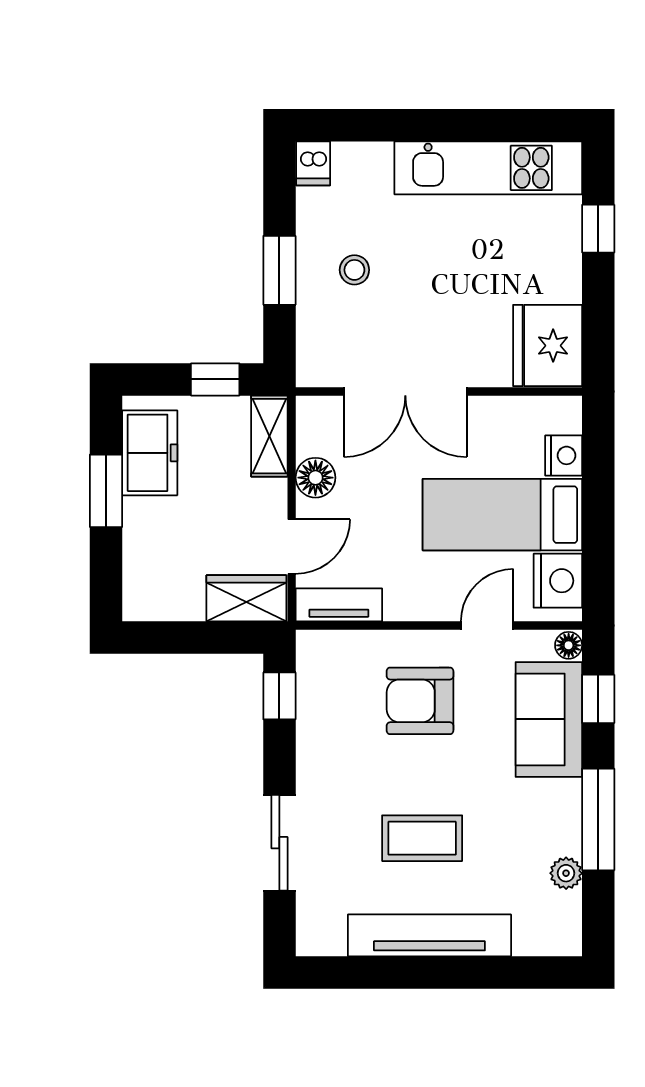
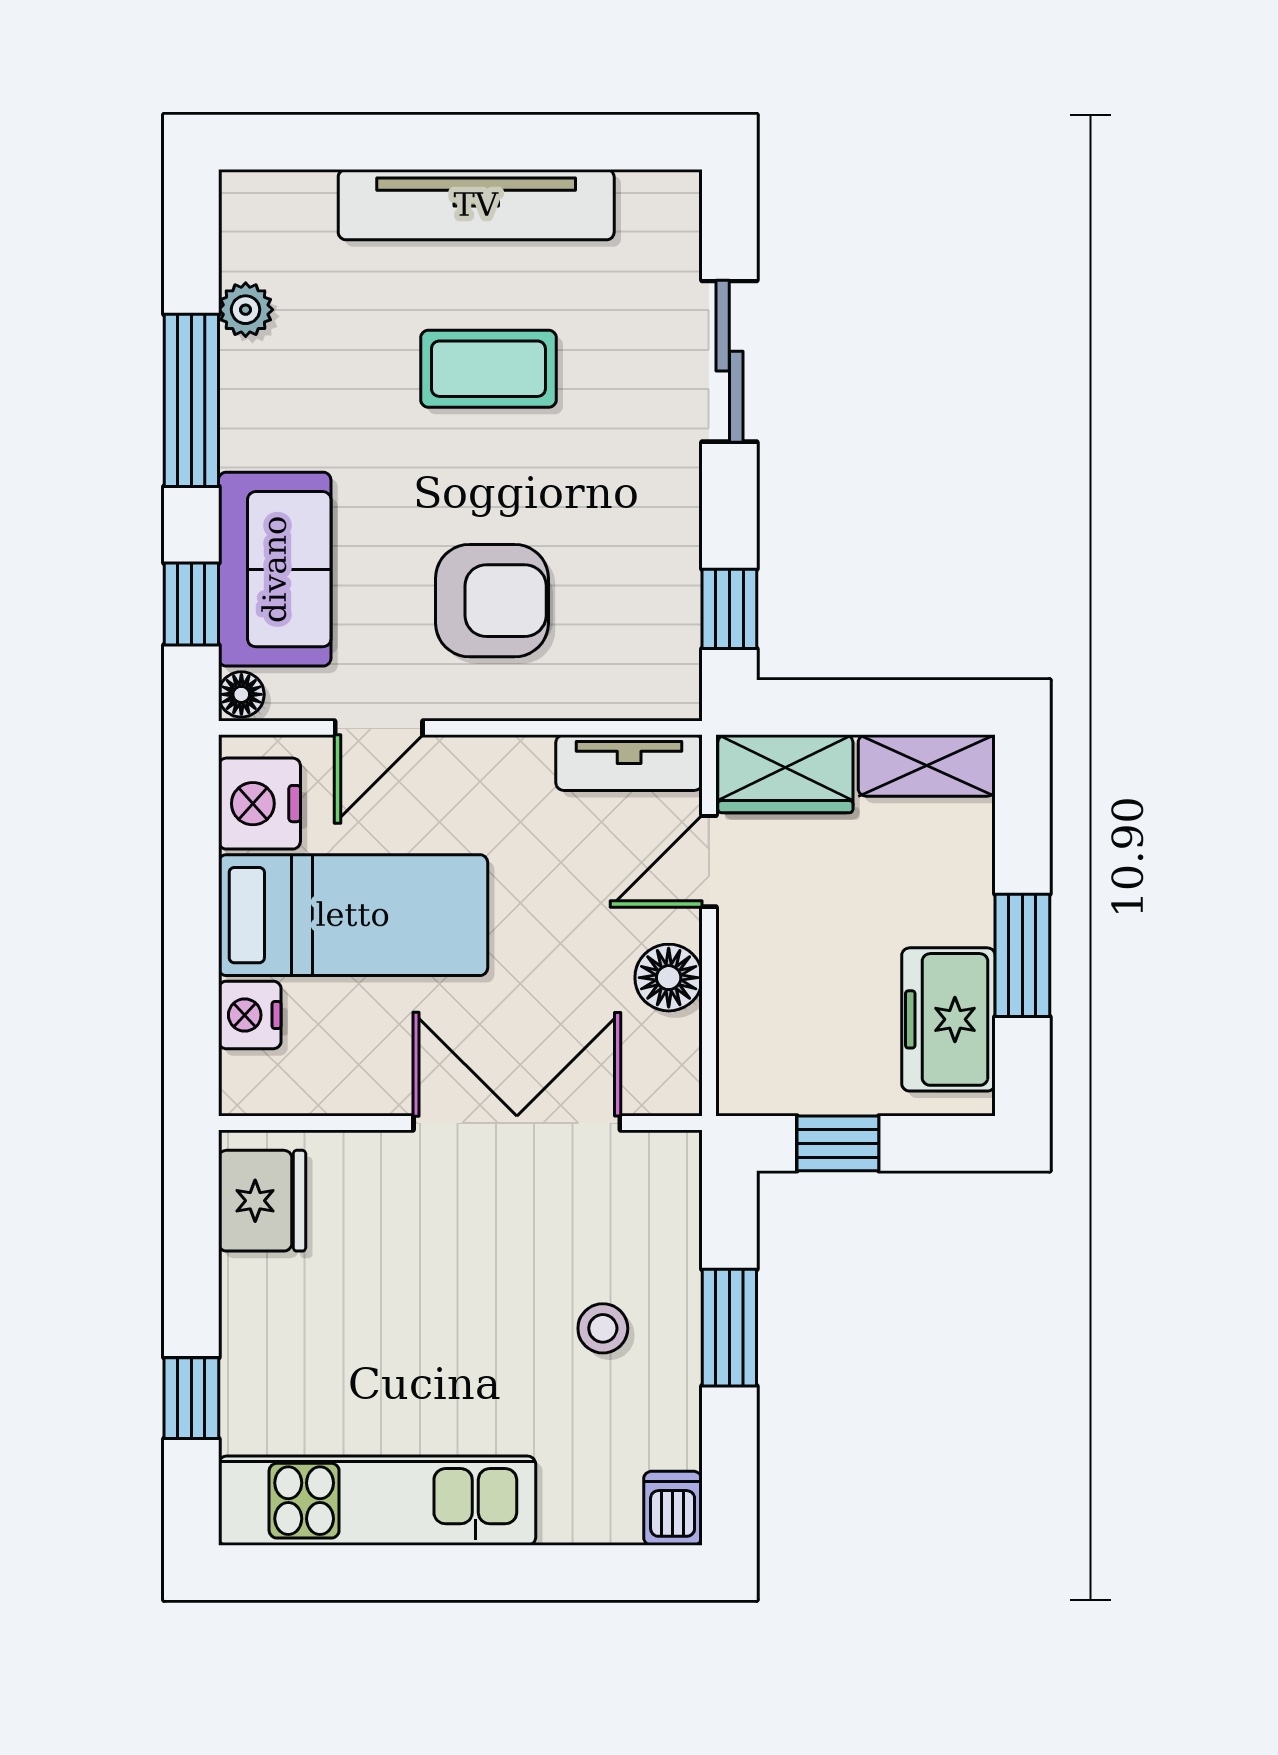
fridge: (548, 346) -> (262, 1201), width x0.73, depth x0.75
shelving: (269, 436) -> (927, 765), moved, turned 90

